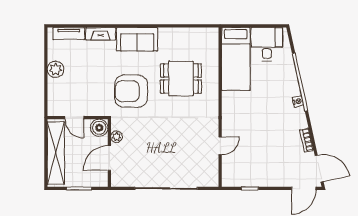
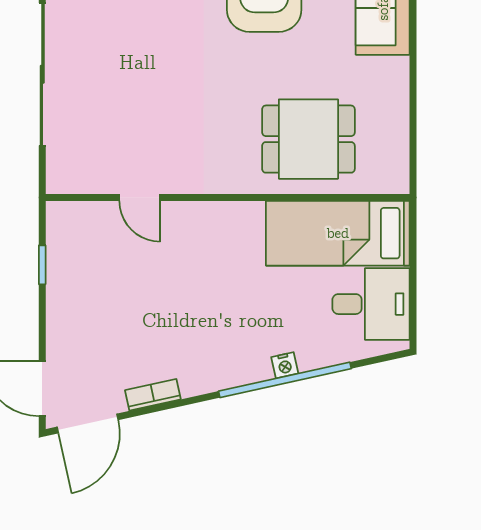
dining table: (181, 79) -> (308, 139), moved, turned 90
nightstand: (298, 101) -> (285, 365), moved

